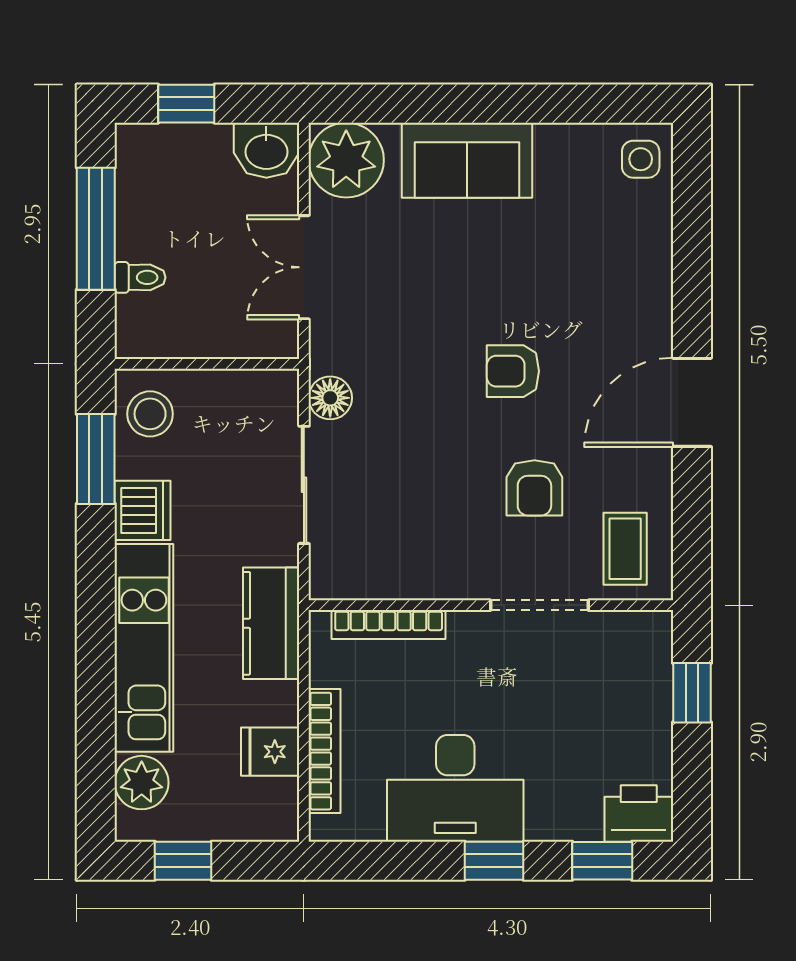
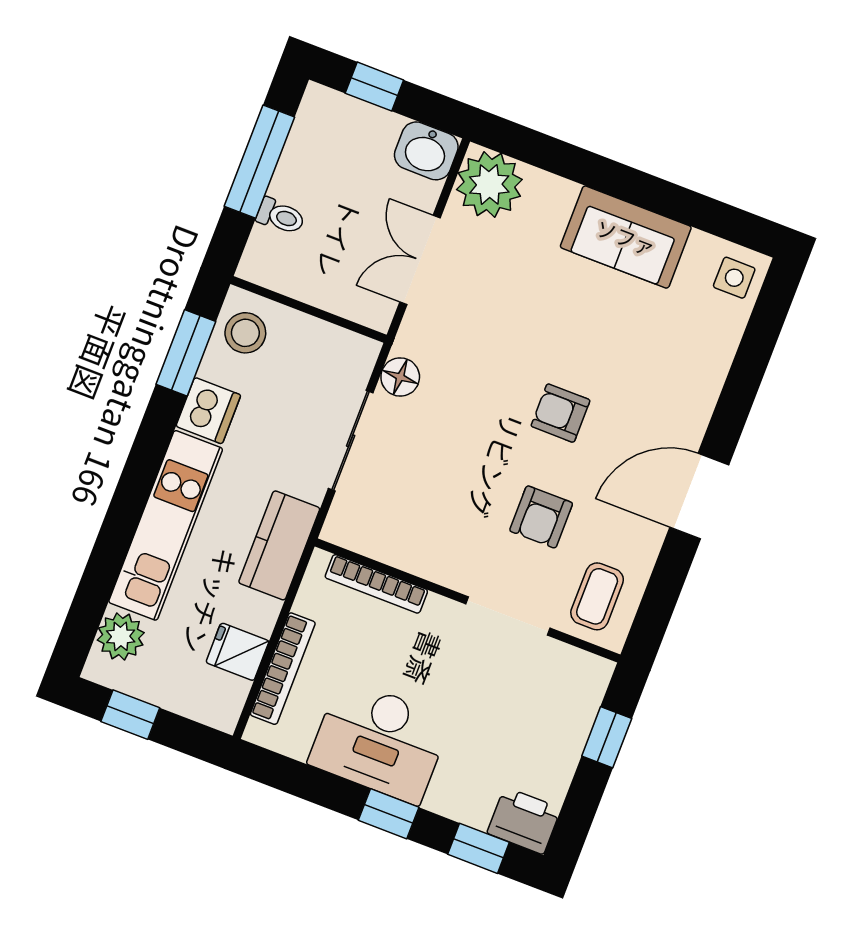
sofa: (467, 160) -> (626, 237), moved

